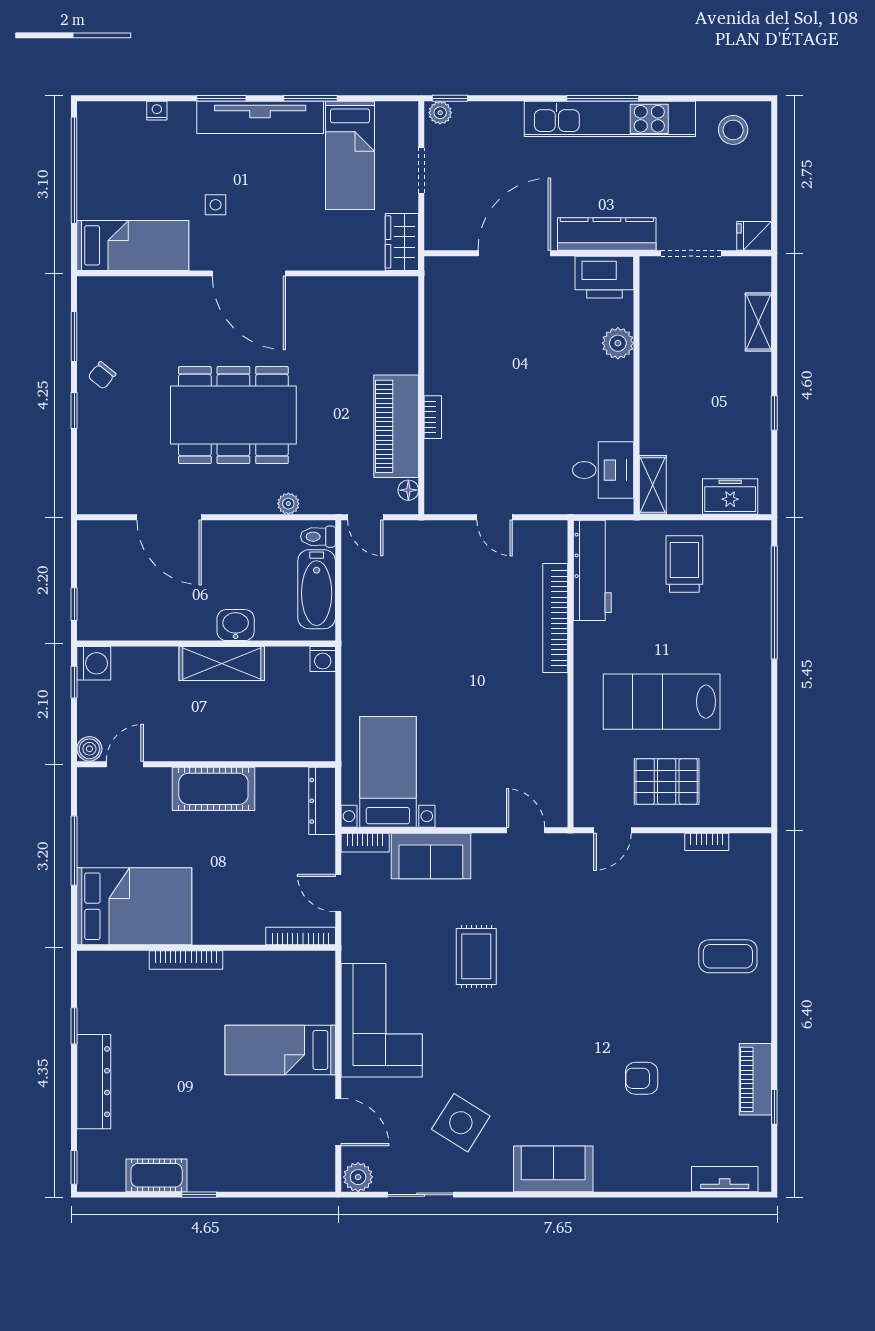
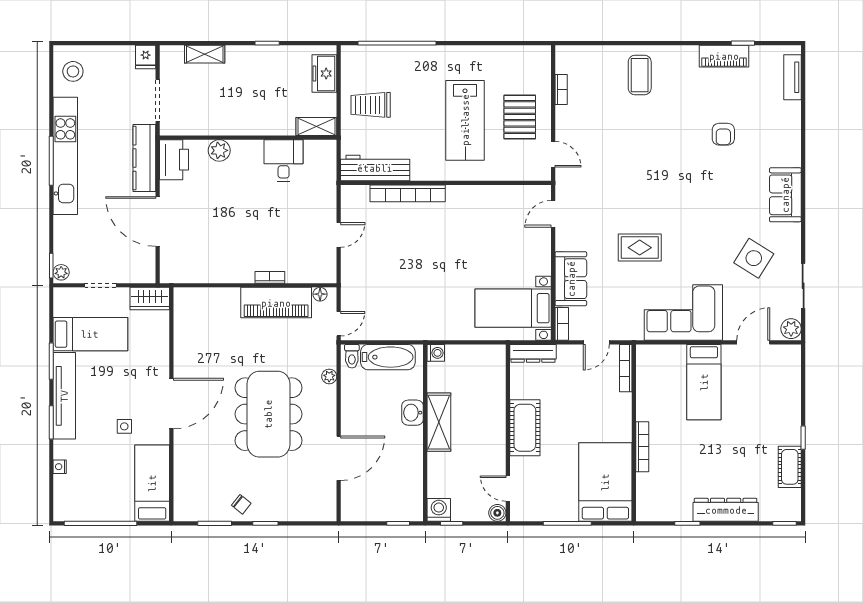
desk: (603, 470) -> (284, 161), moved

